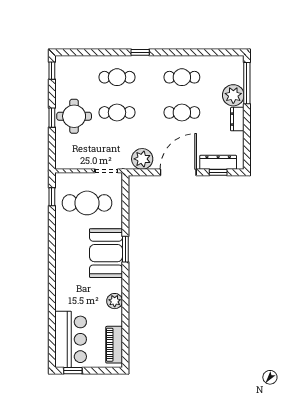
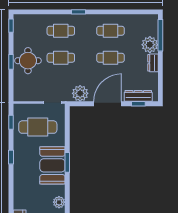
window: (52, 242) -> (11, 157), added

